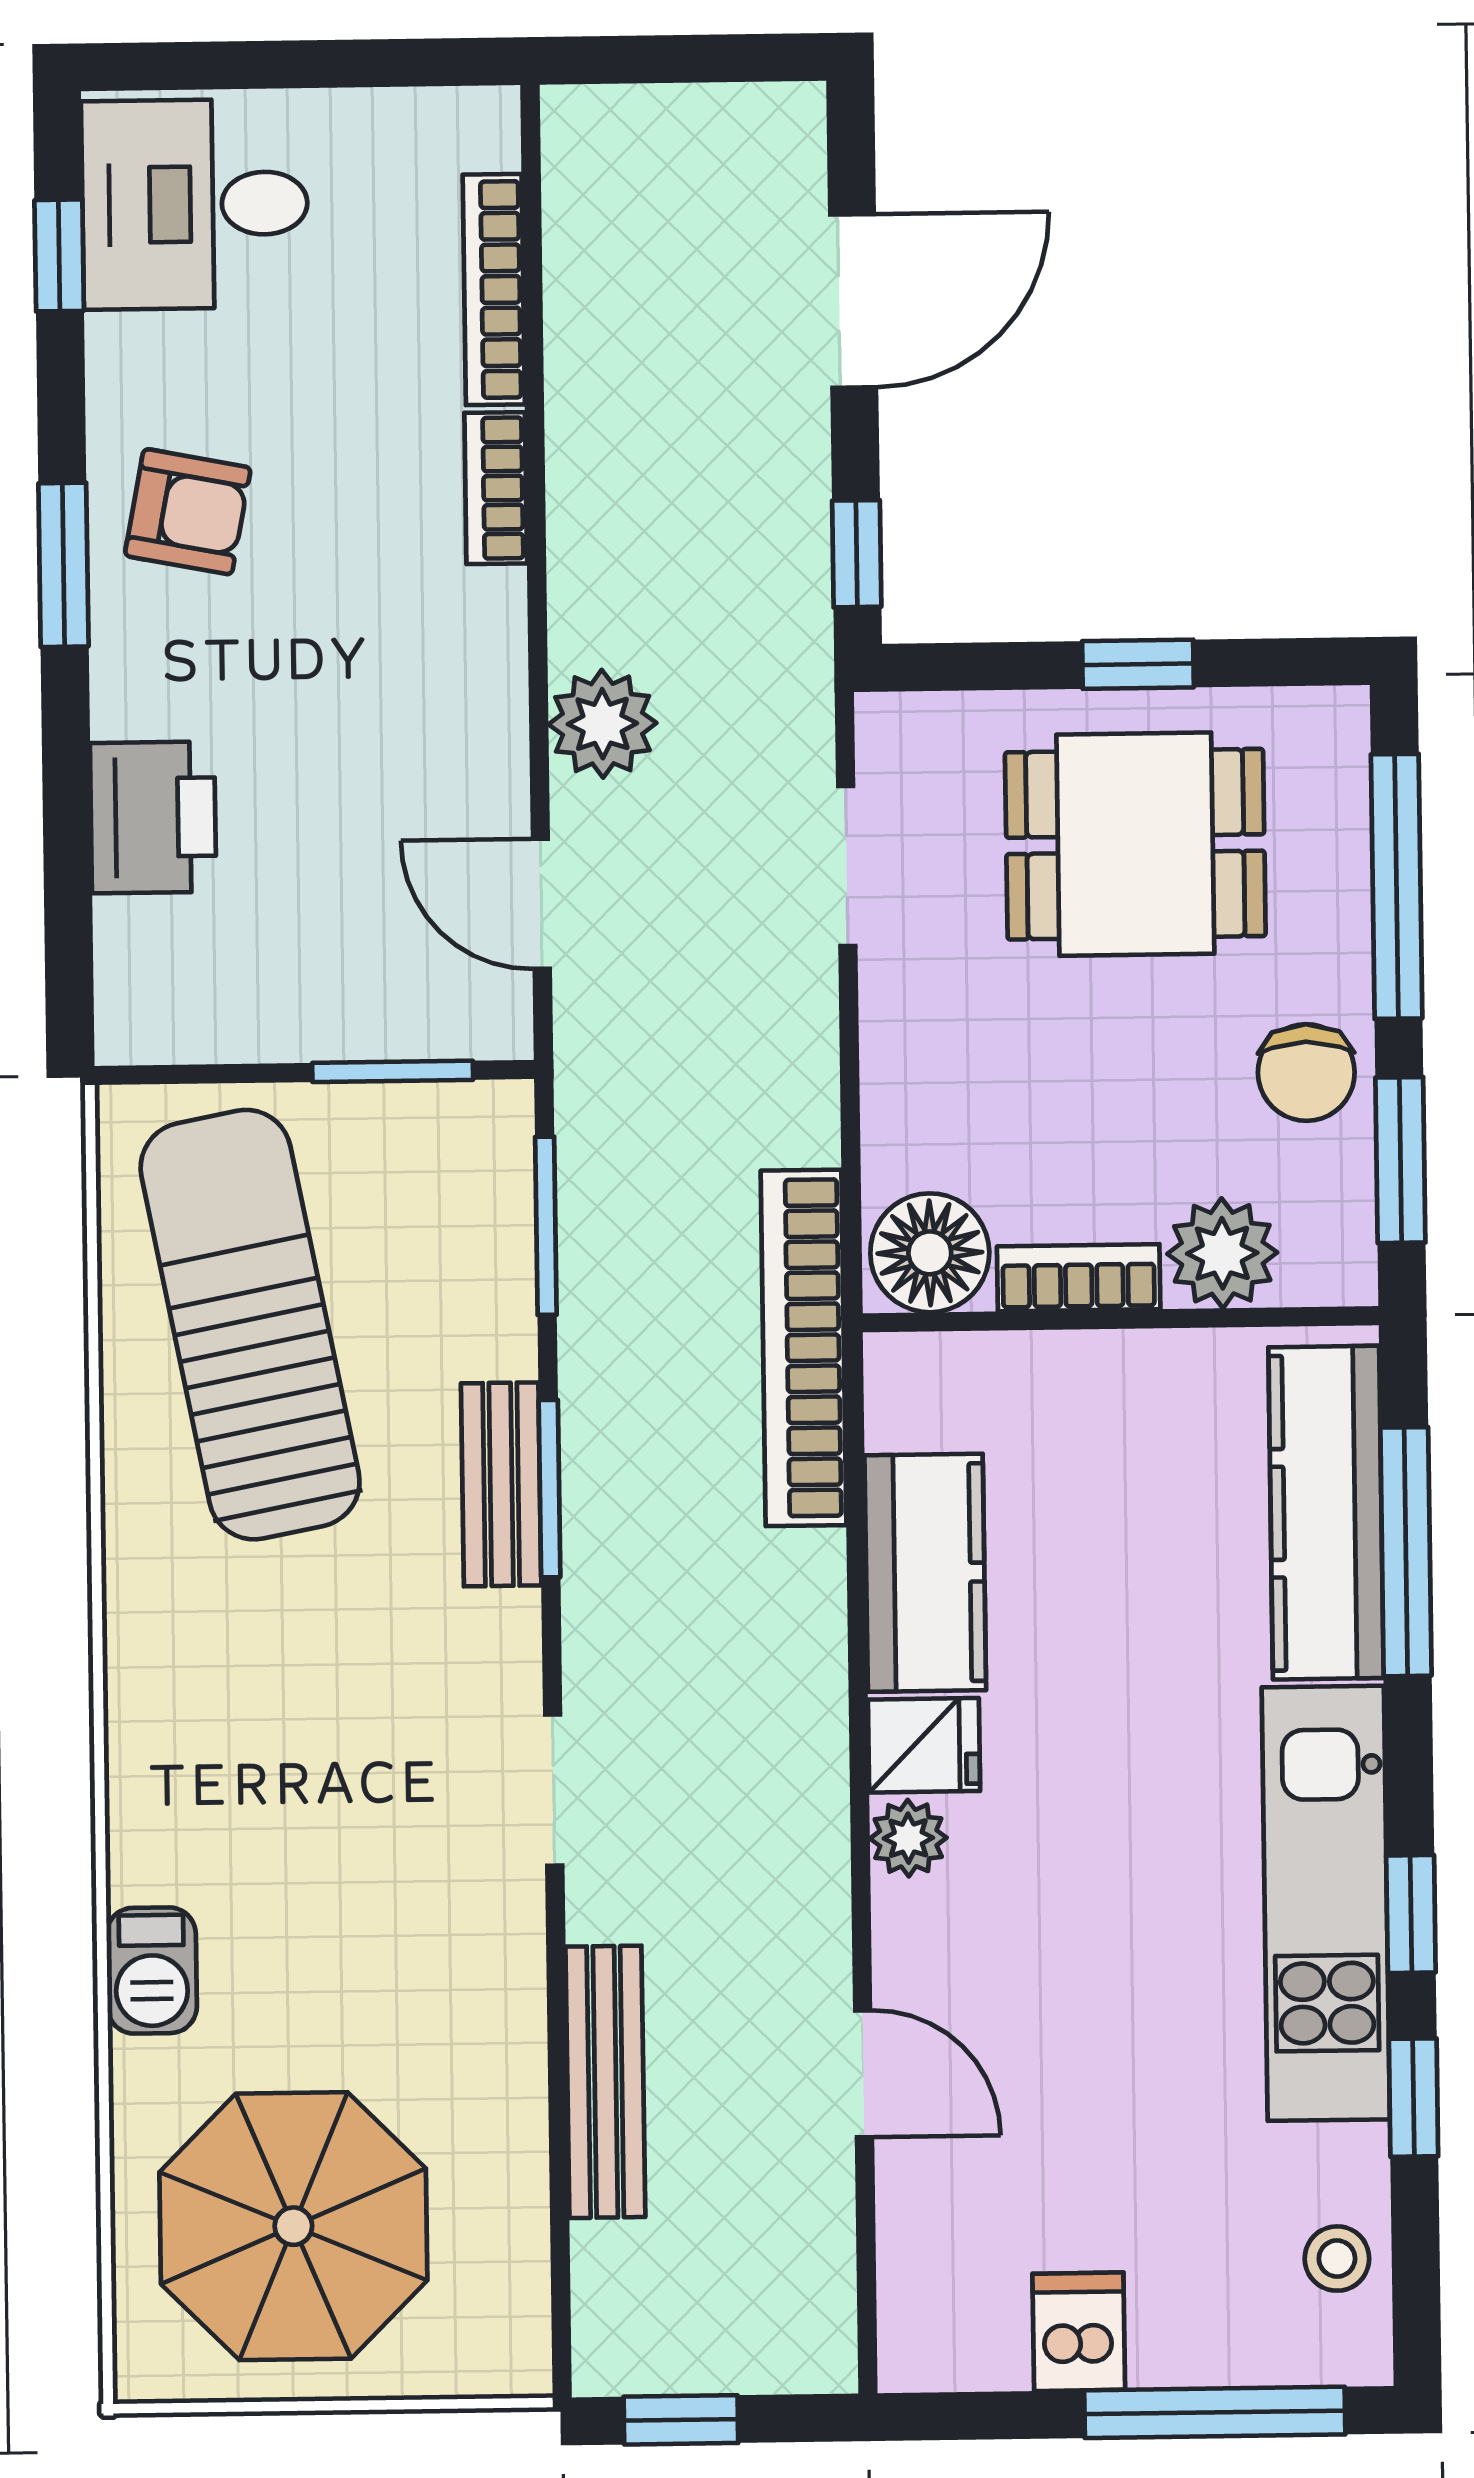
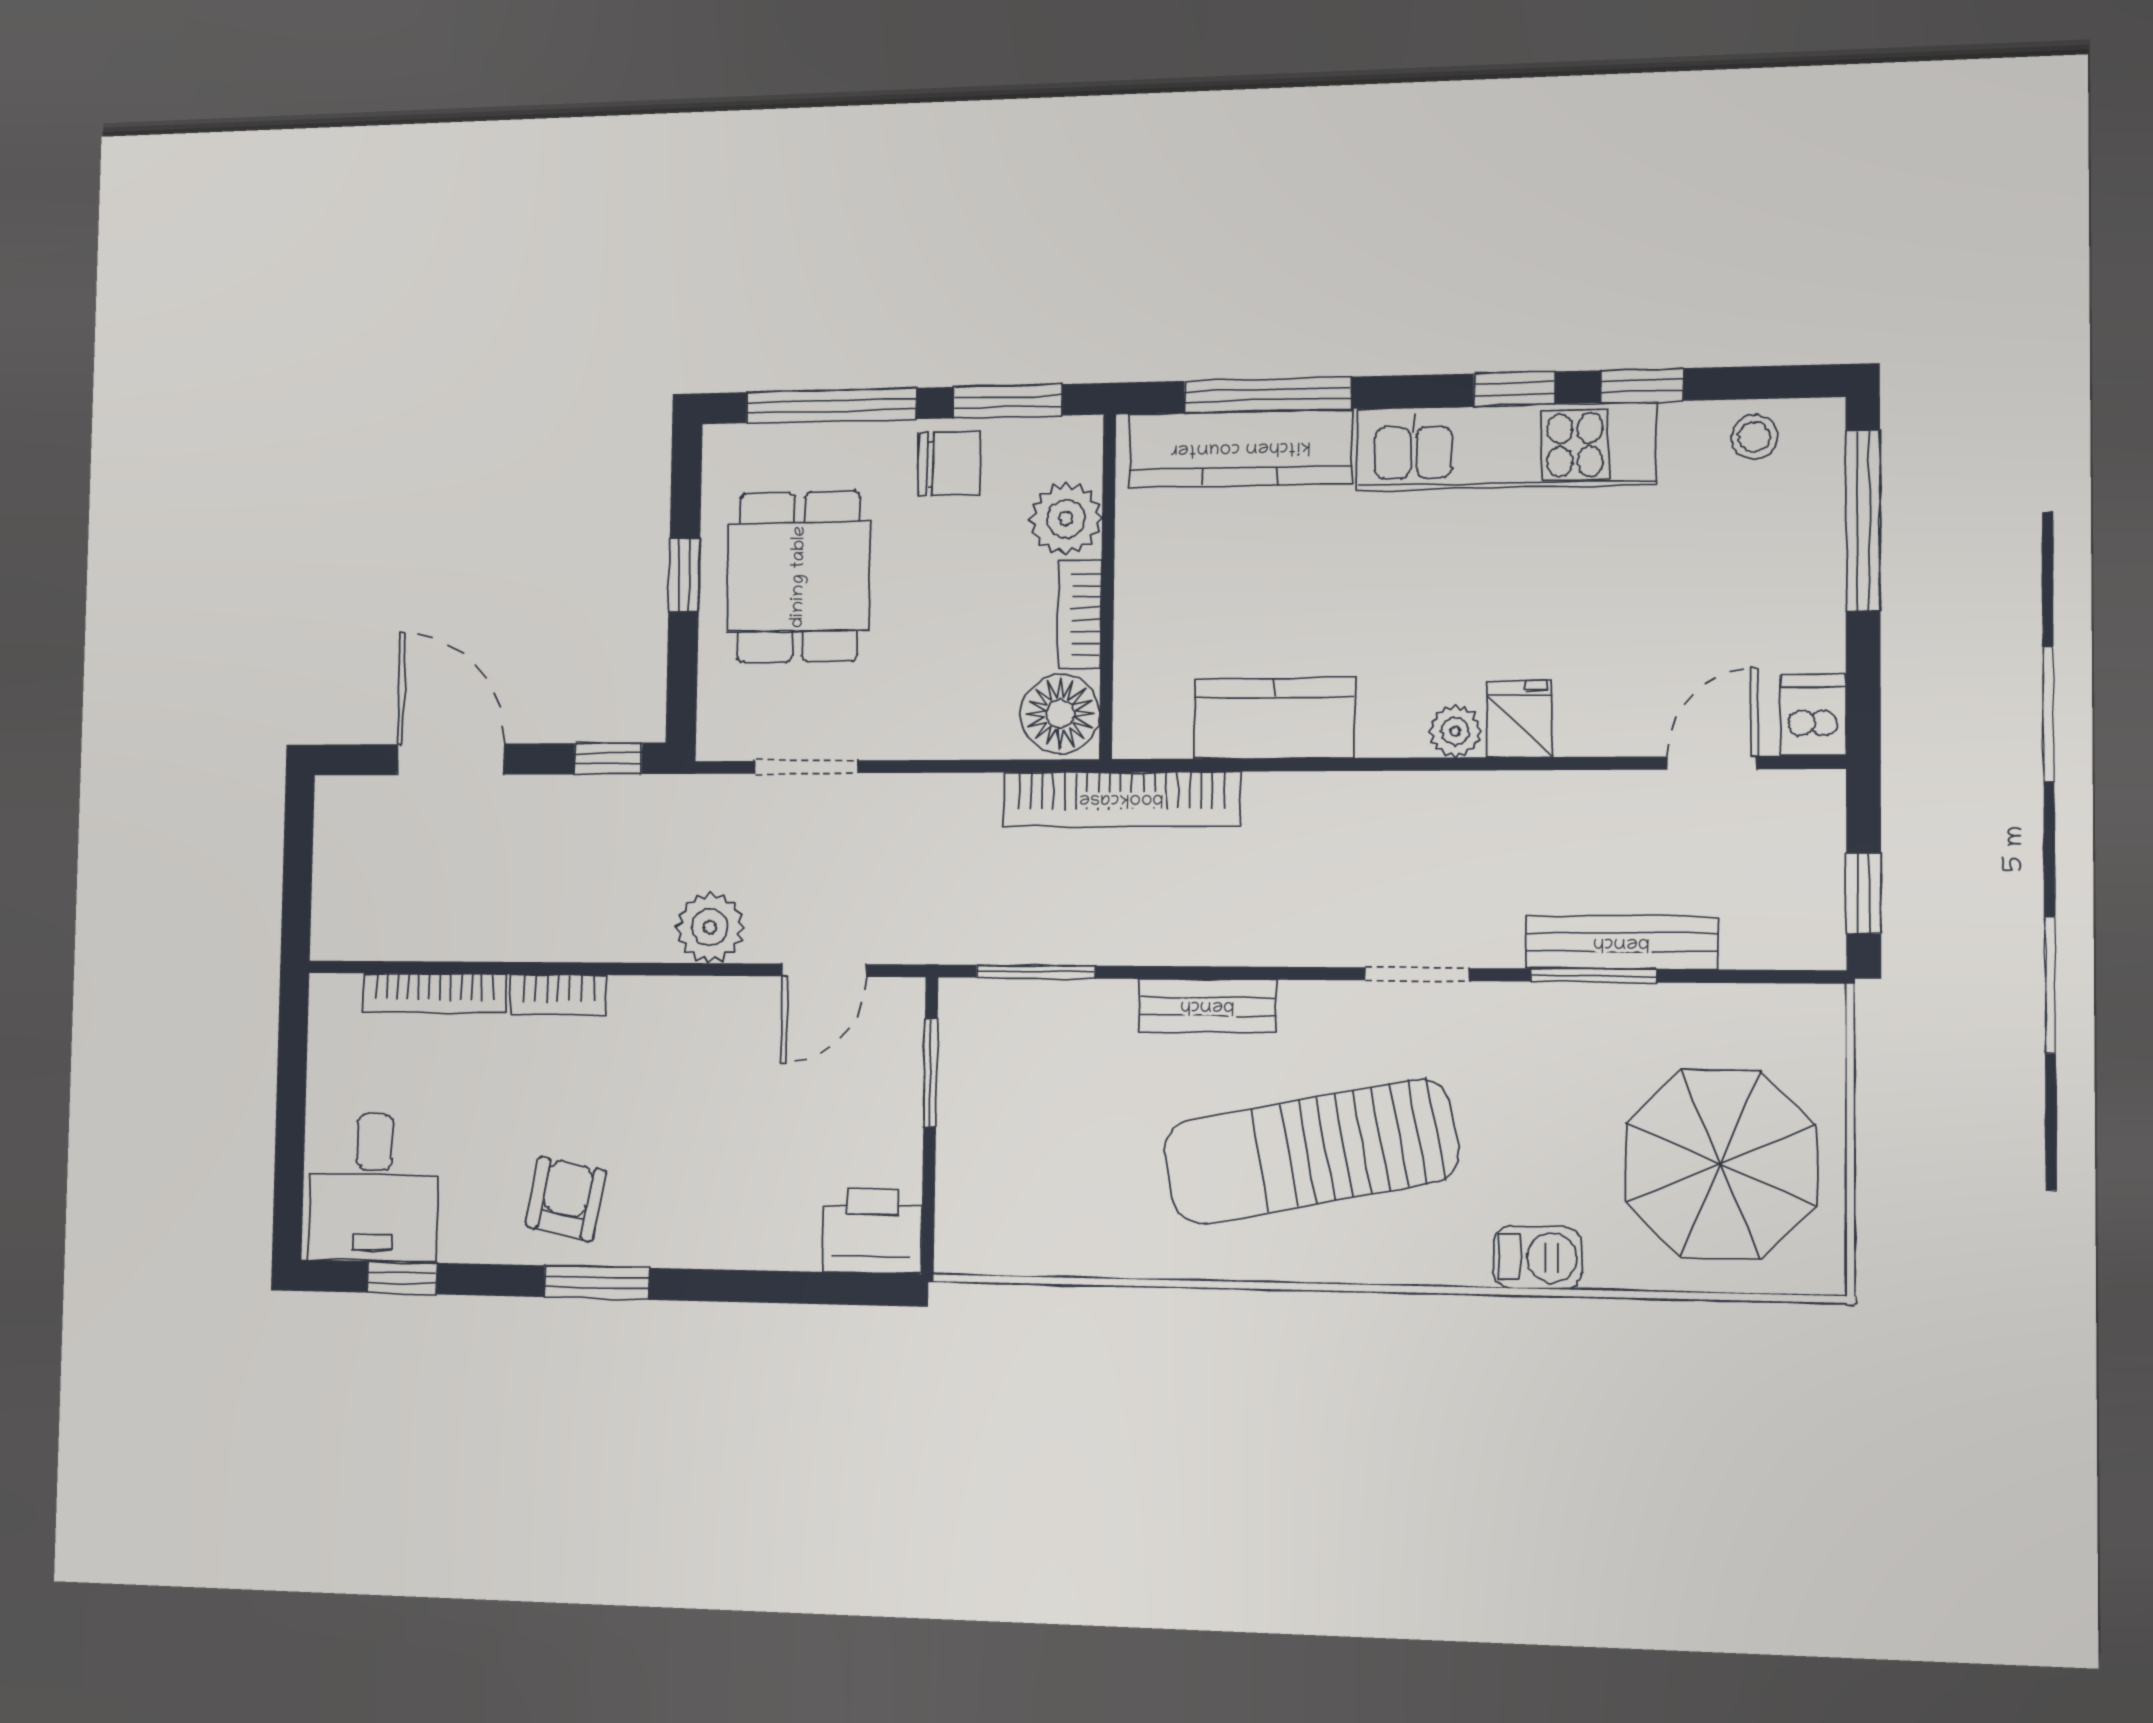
printer: (153, 817) -> (872, 1231), moved
sun lounger: (250, 1325) -> (1310, 1151), moved
window: (550, 1489) -> (1594, 975), moved
fridge: (924, 1745) -> (1519, 719), moved
door: (864, 2074) -> (1712, 763), moved
dishwasher: (1079, 2332) -> (1813, 715), moved, turned 90

